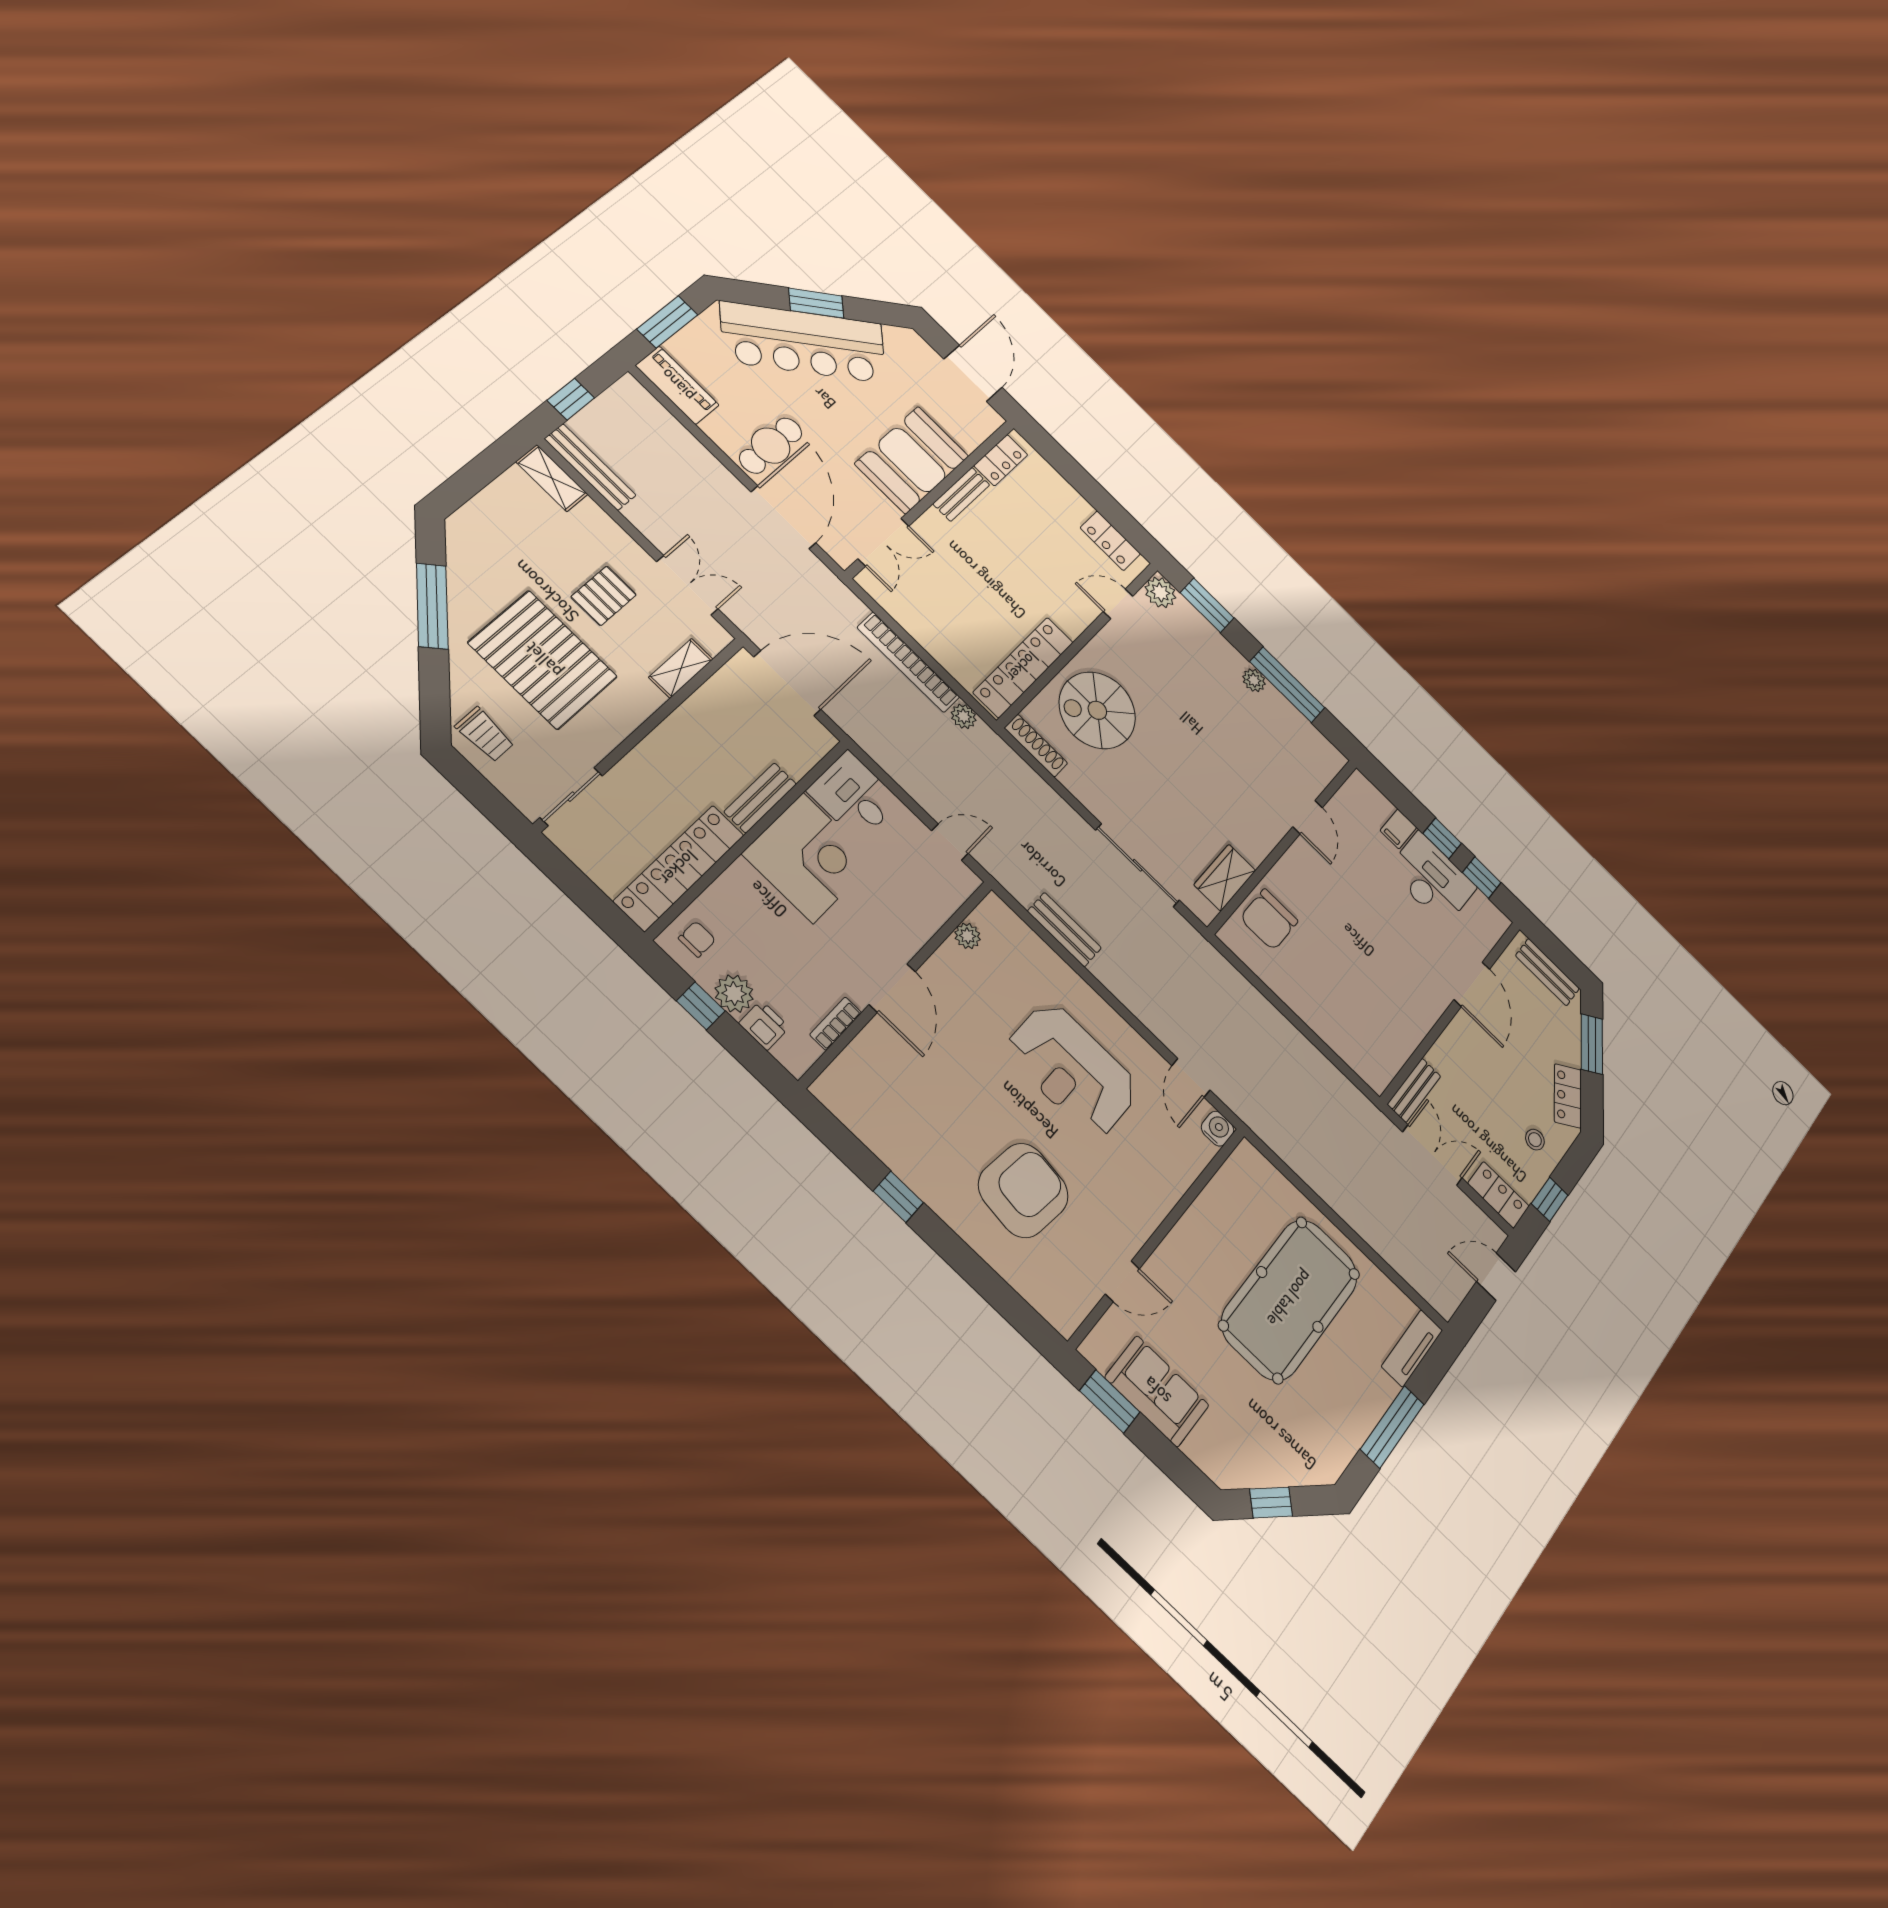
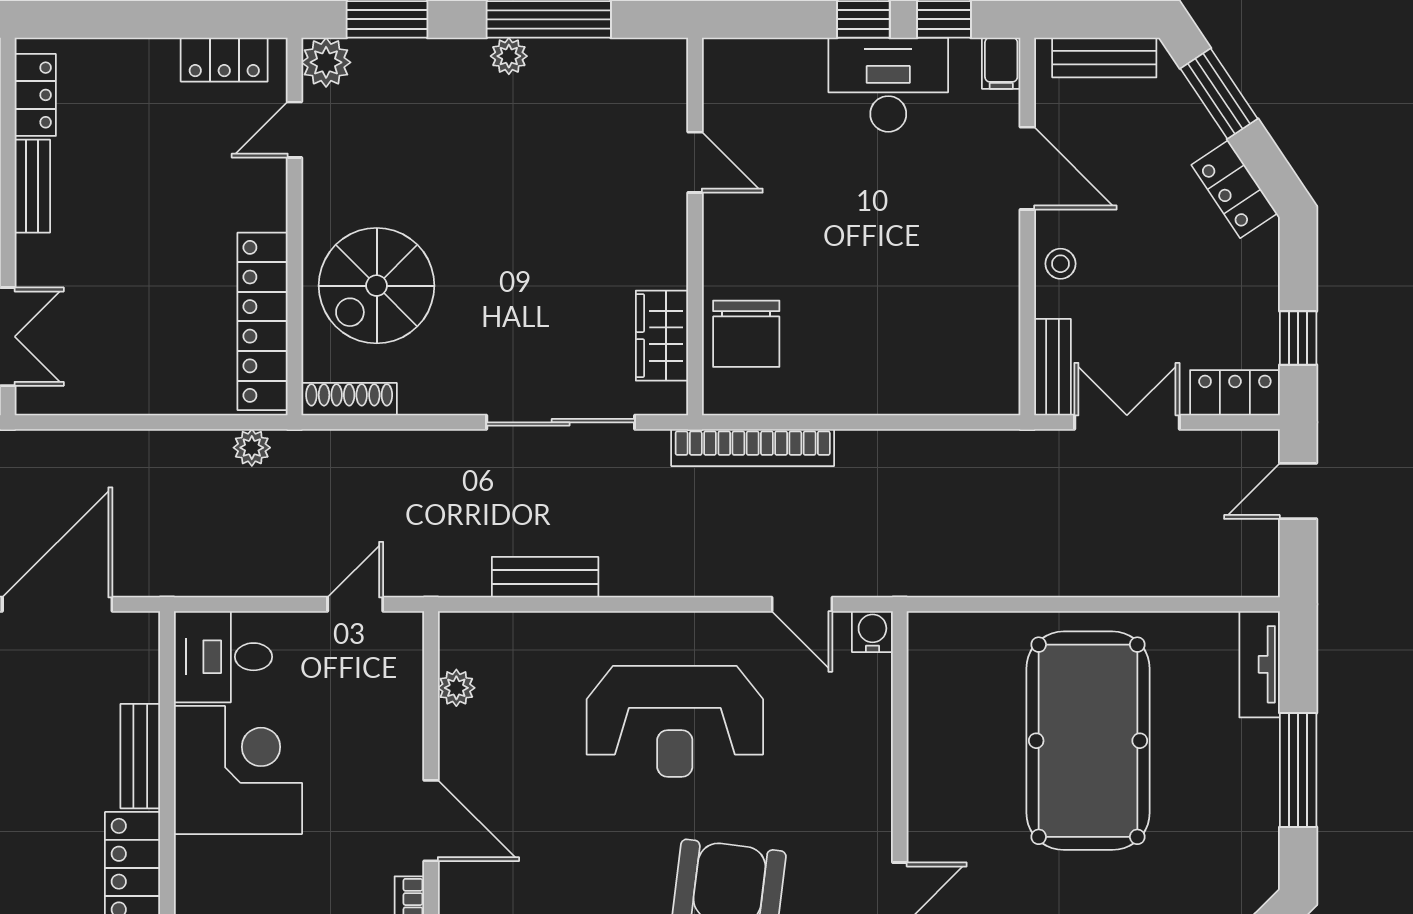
bookcase: (908, 662) -> (753, 448), moved
filing cabinet: (1398, 829) -> (1001, 63), moved
stool: (1535, 1140) -> (1061, 264), moved

